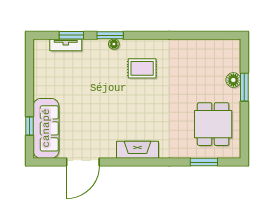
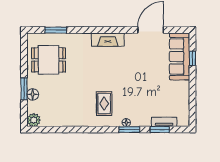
plant: (232, 47) -> (34, 120), added
rug: (142, 68) -> (104, 104), turned 90
dining table: (213, 124) -> (49, 60), turned 90

